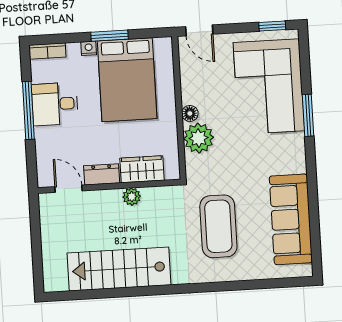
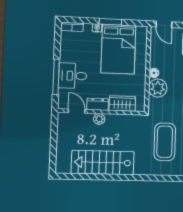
desk: (55, 104) -> (73, 76), moved
window: (28, 110) -> (56, 77), moved
plant: (132, 197) -> (99, 119), moved

